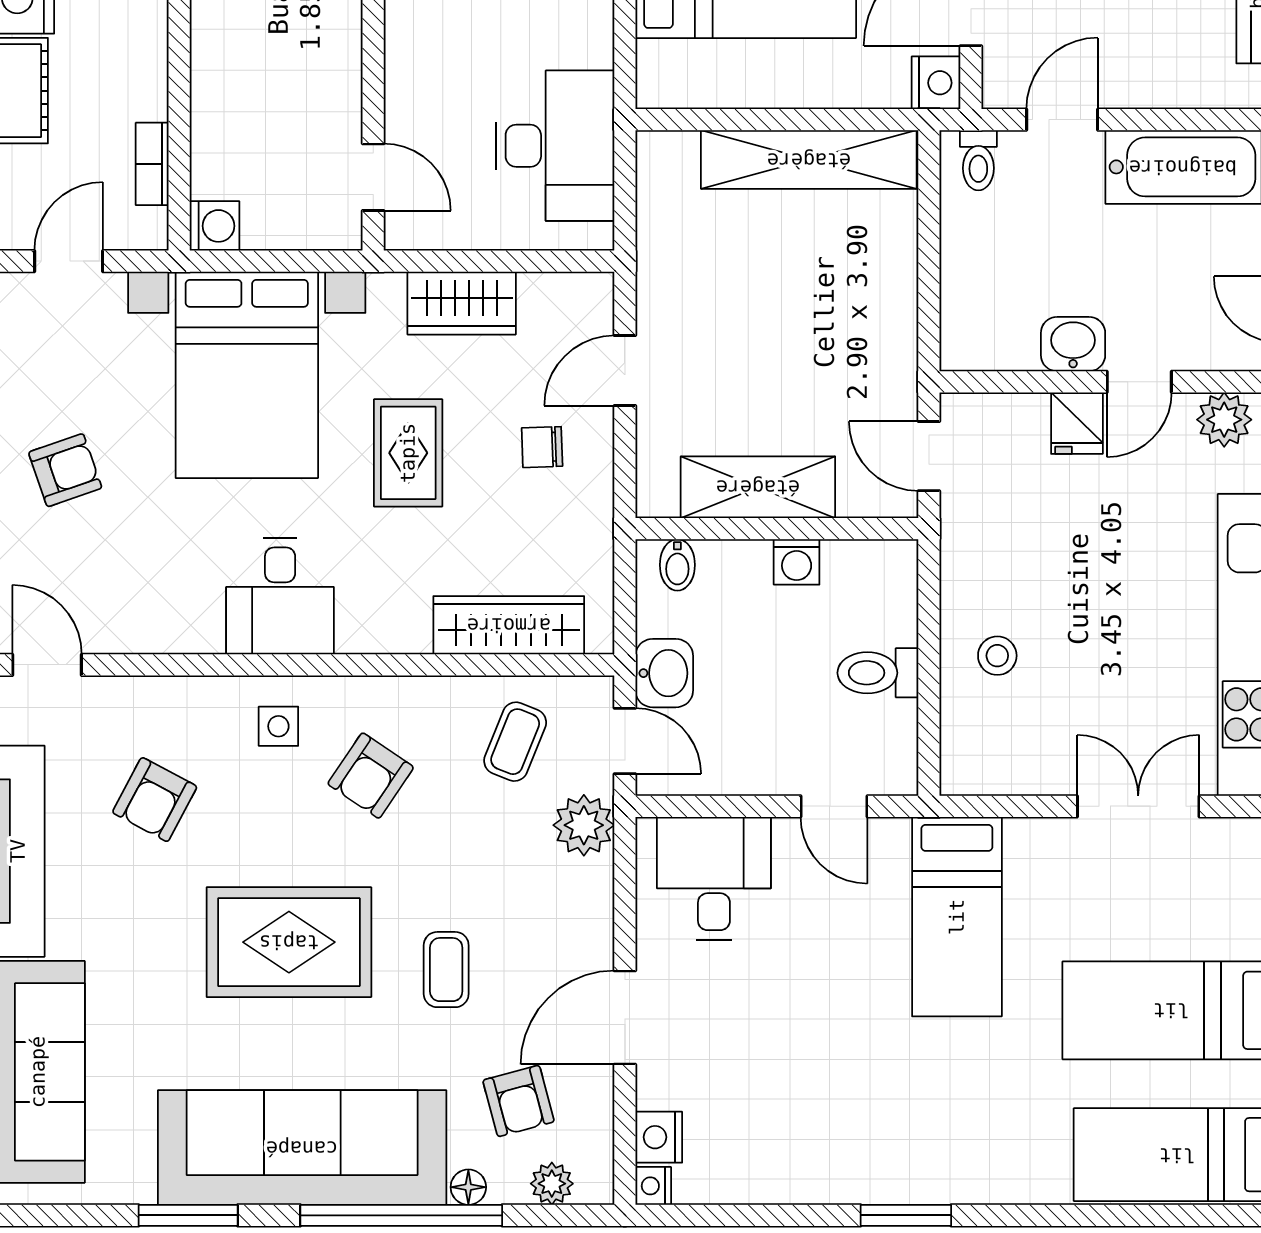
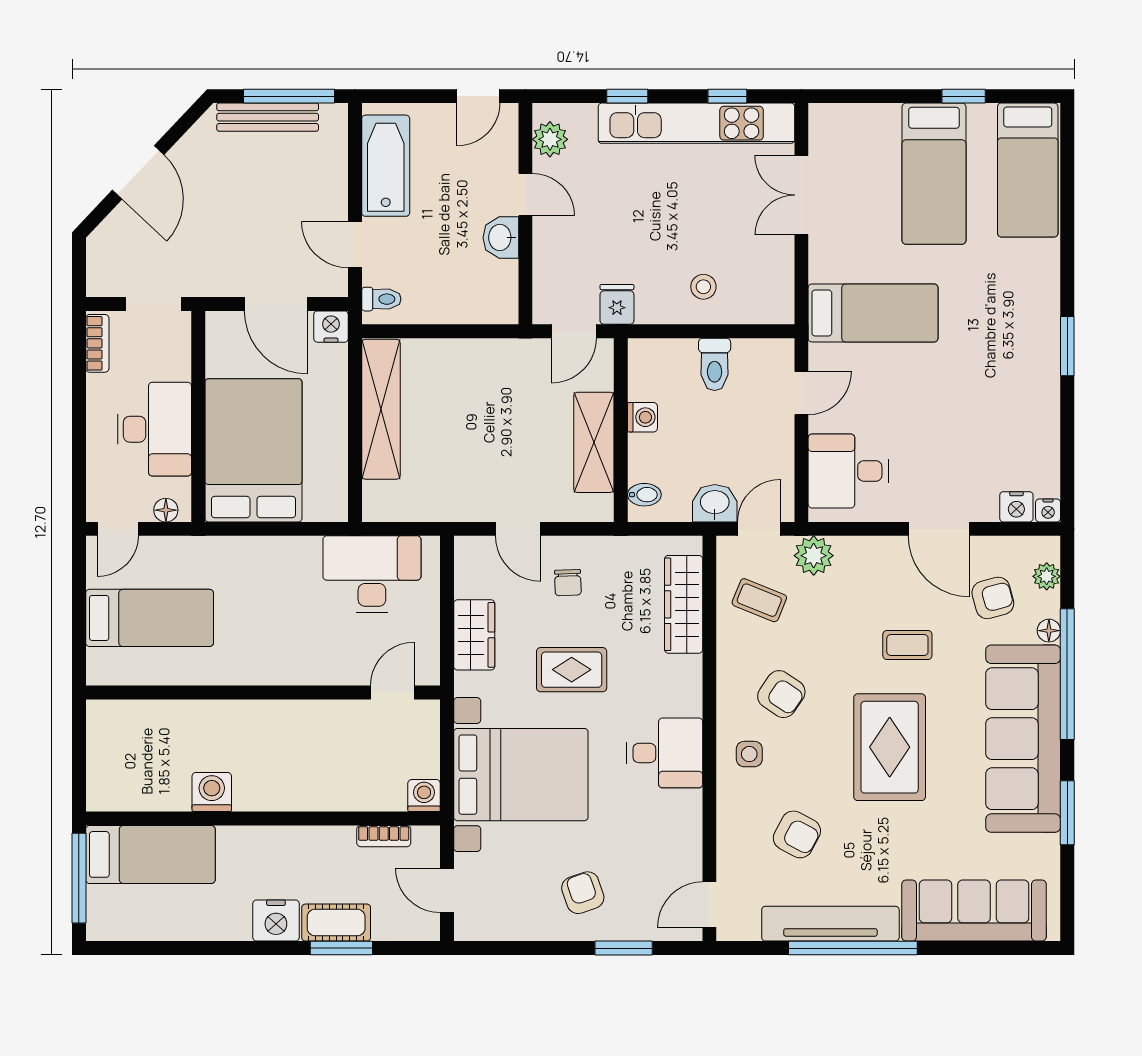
fridge: (1077, 423) -> (617, 304), moved, turned -90

